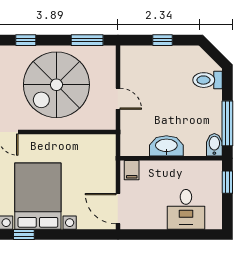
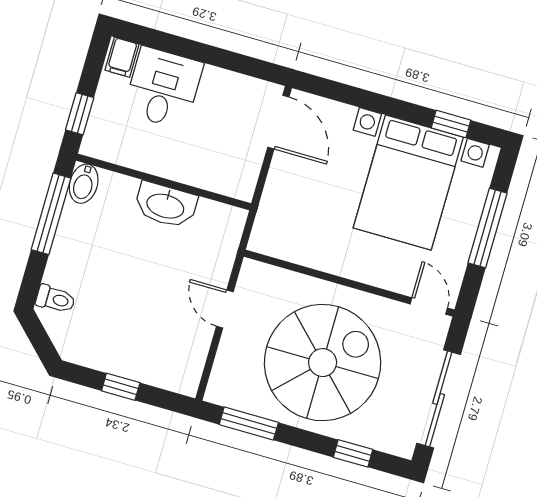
toilet: (208, 80) -> (56, 299), width x0.73, depth x0.72
filing cabinet: (132, 170) -> (122, 57), moved, turned 180

